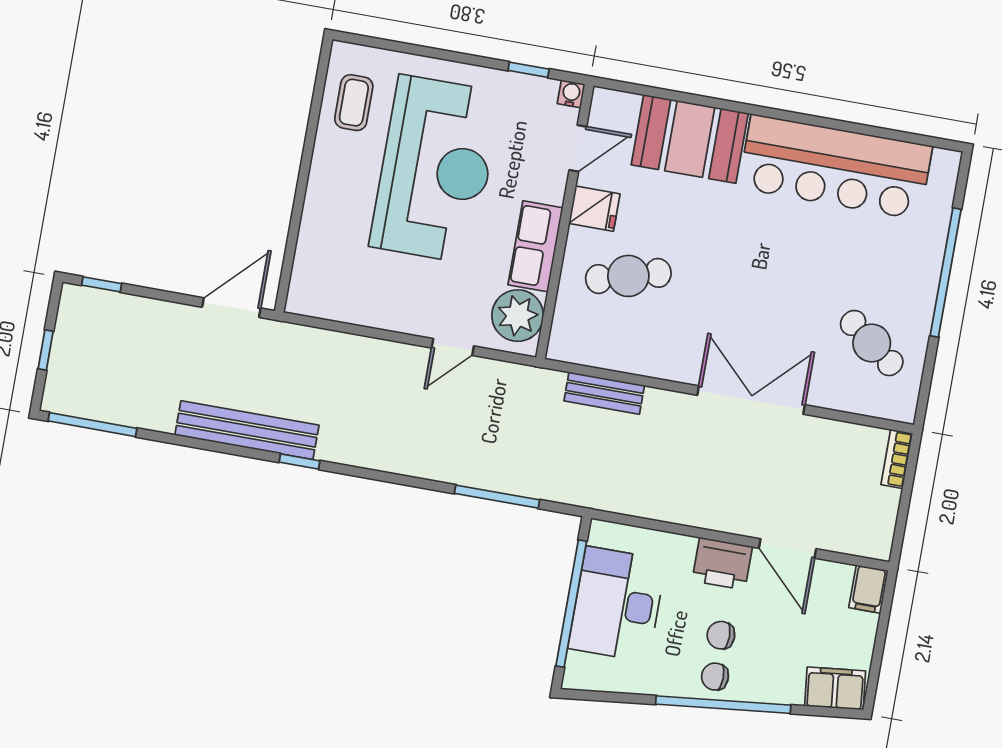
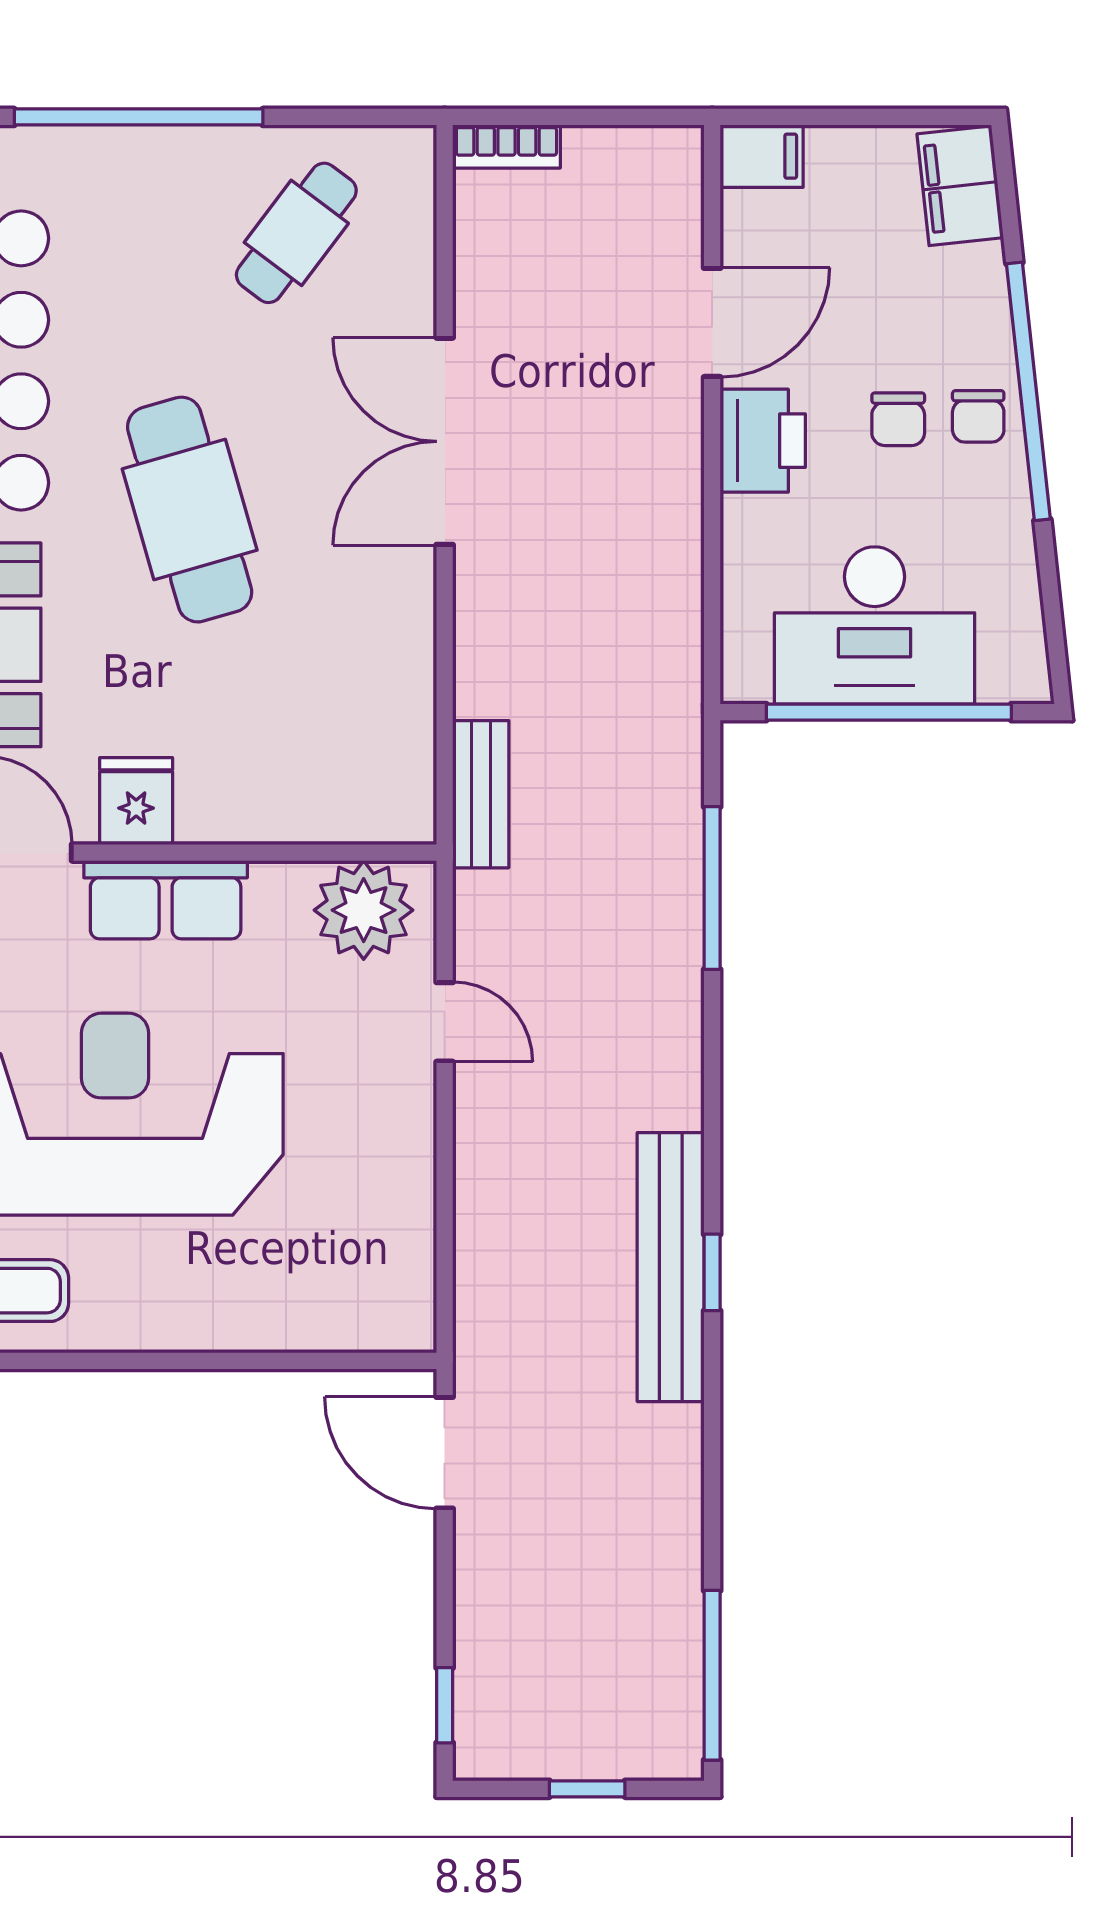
row of seats: (535, 246) -> (166, 900), moved
cafe table: (628, 276) -> (190, 510), moved, width x1.37, depth x1.35
bench: (604, 393) -> (481, 794), moved
bench: (247, 430) -> (671, 1267), moved

